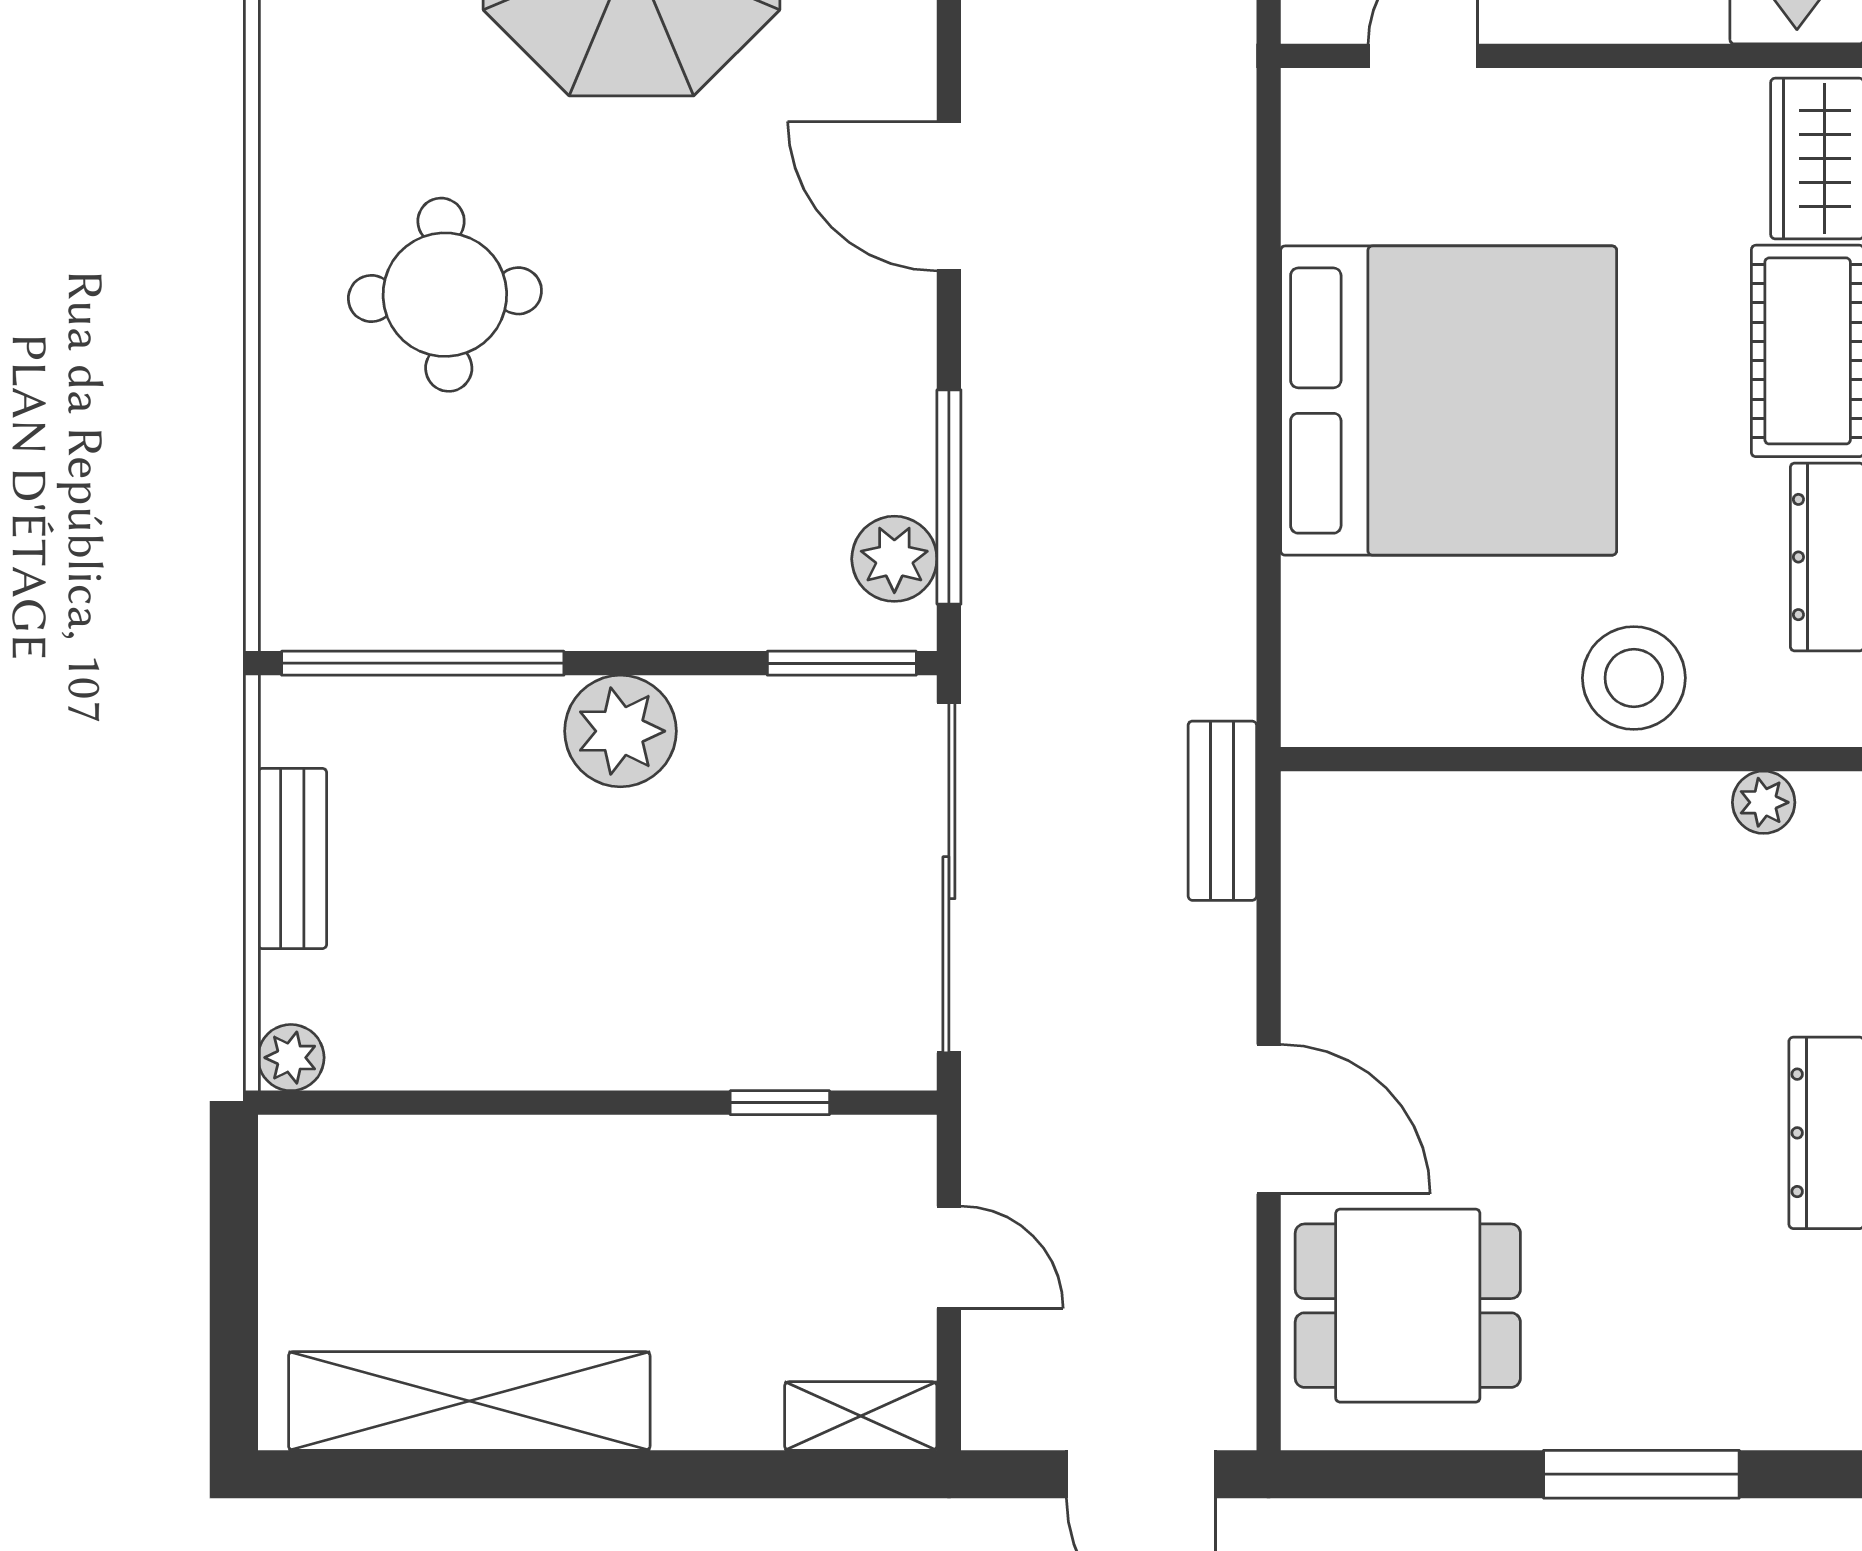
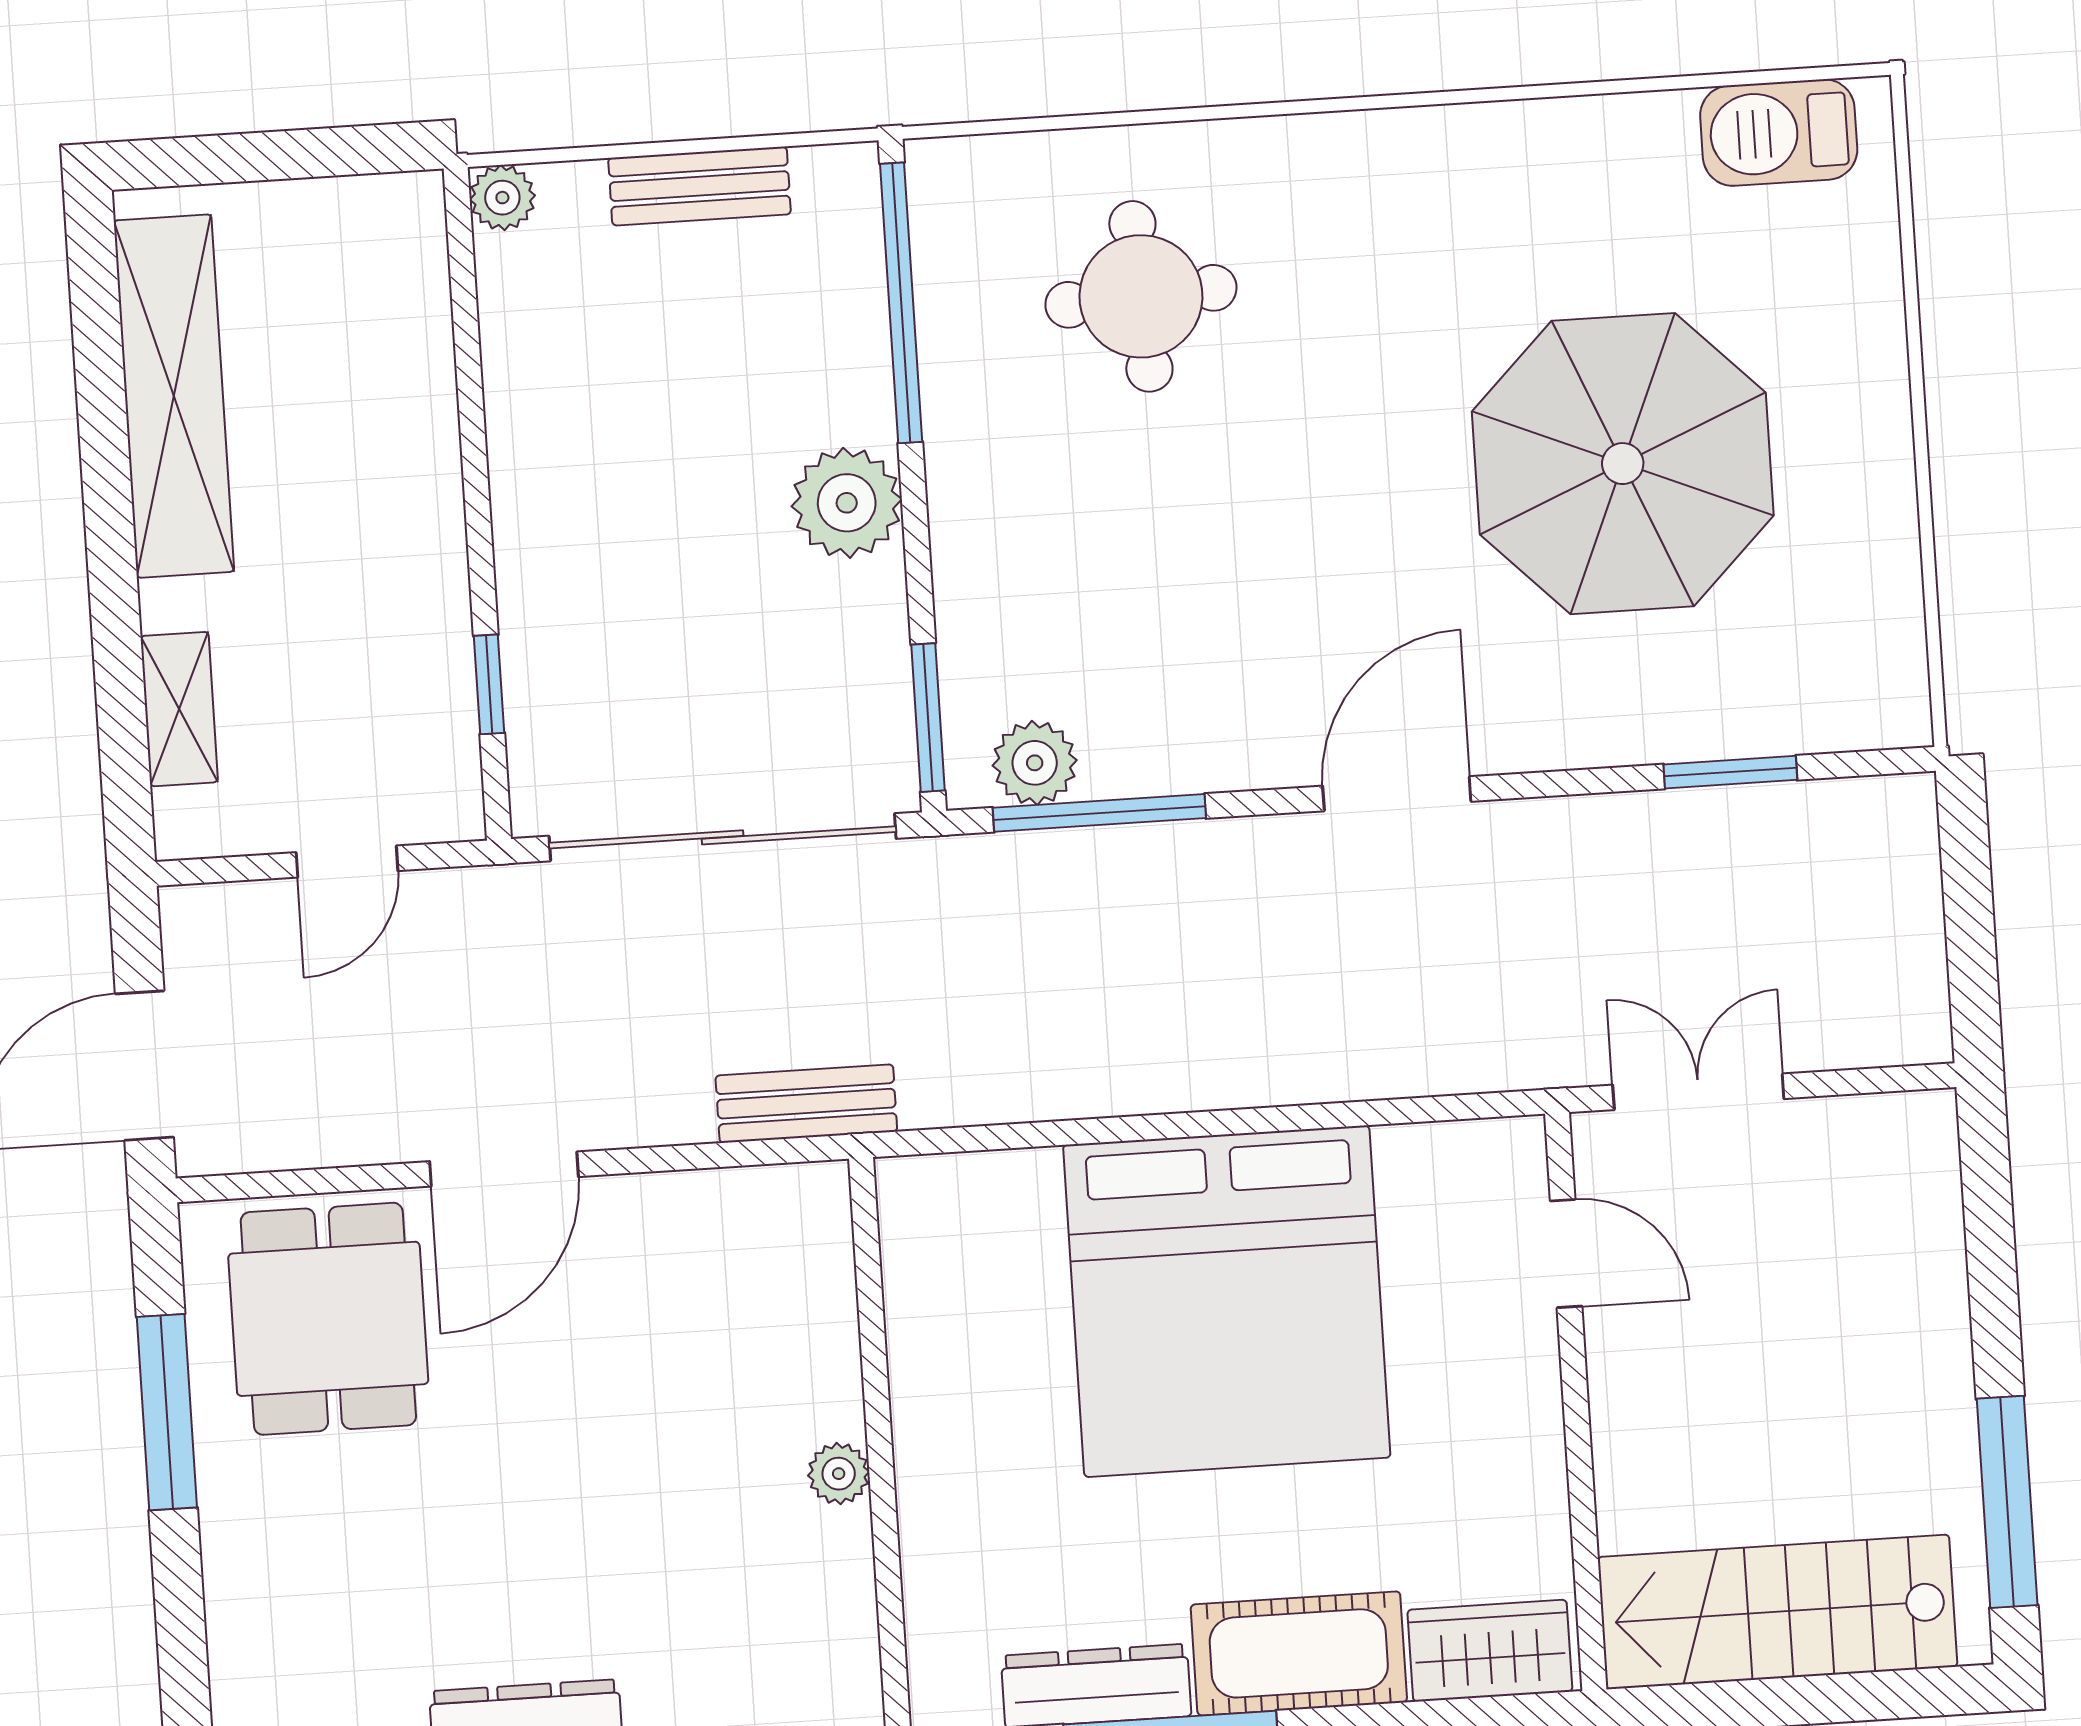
round table: (445, 295) -> (1141, 296), moved
stool: (1634, 678) -> (964, 1502), removed
plant: (1764, 802) -> (839, 1474), moved
shelving: (861, 1416) -> (179, 709), moved
window: (1641, 1474) -> (167, 1412), moved

